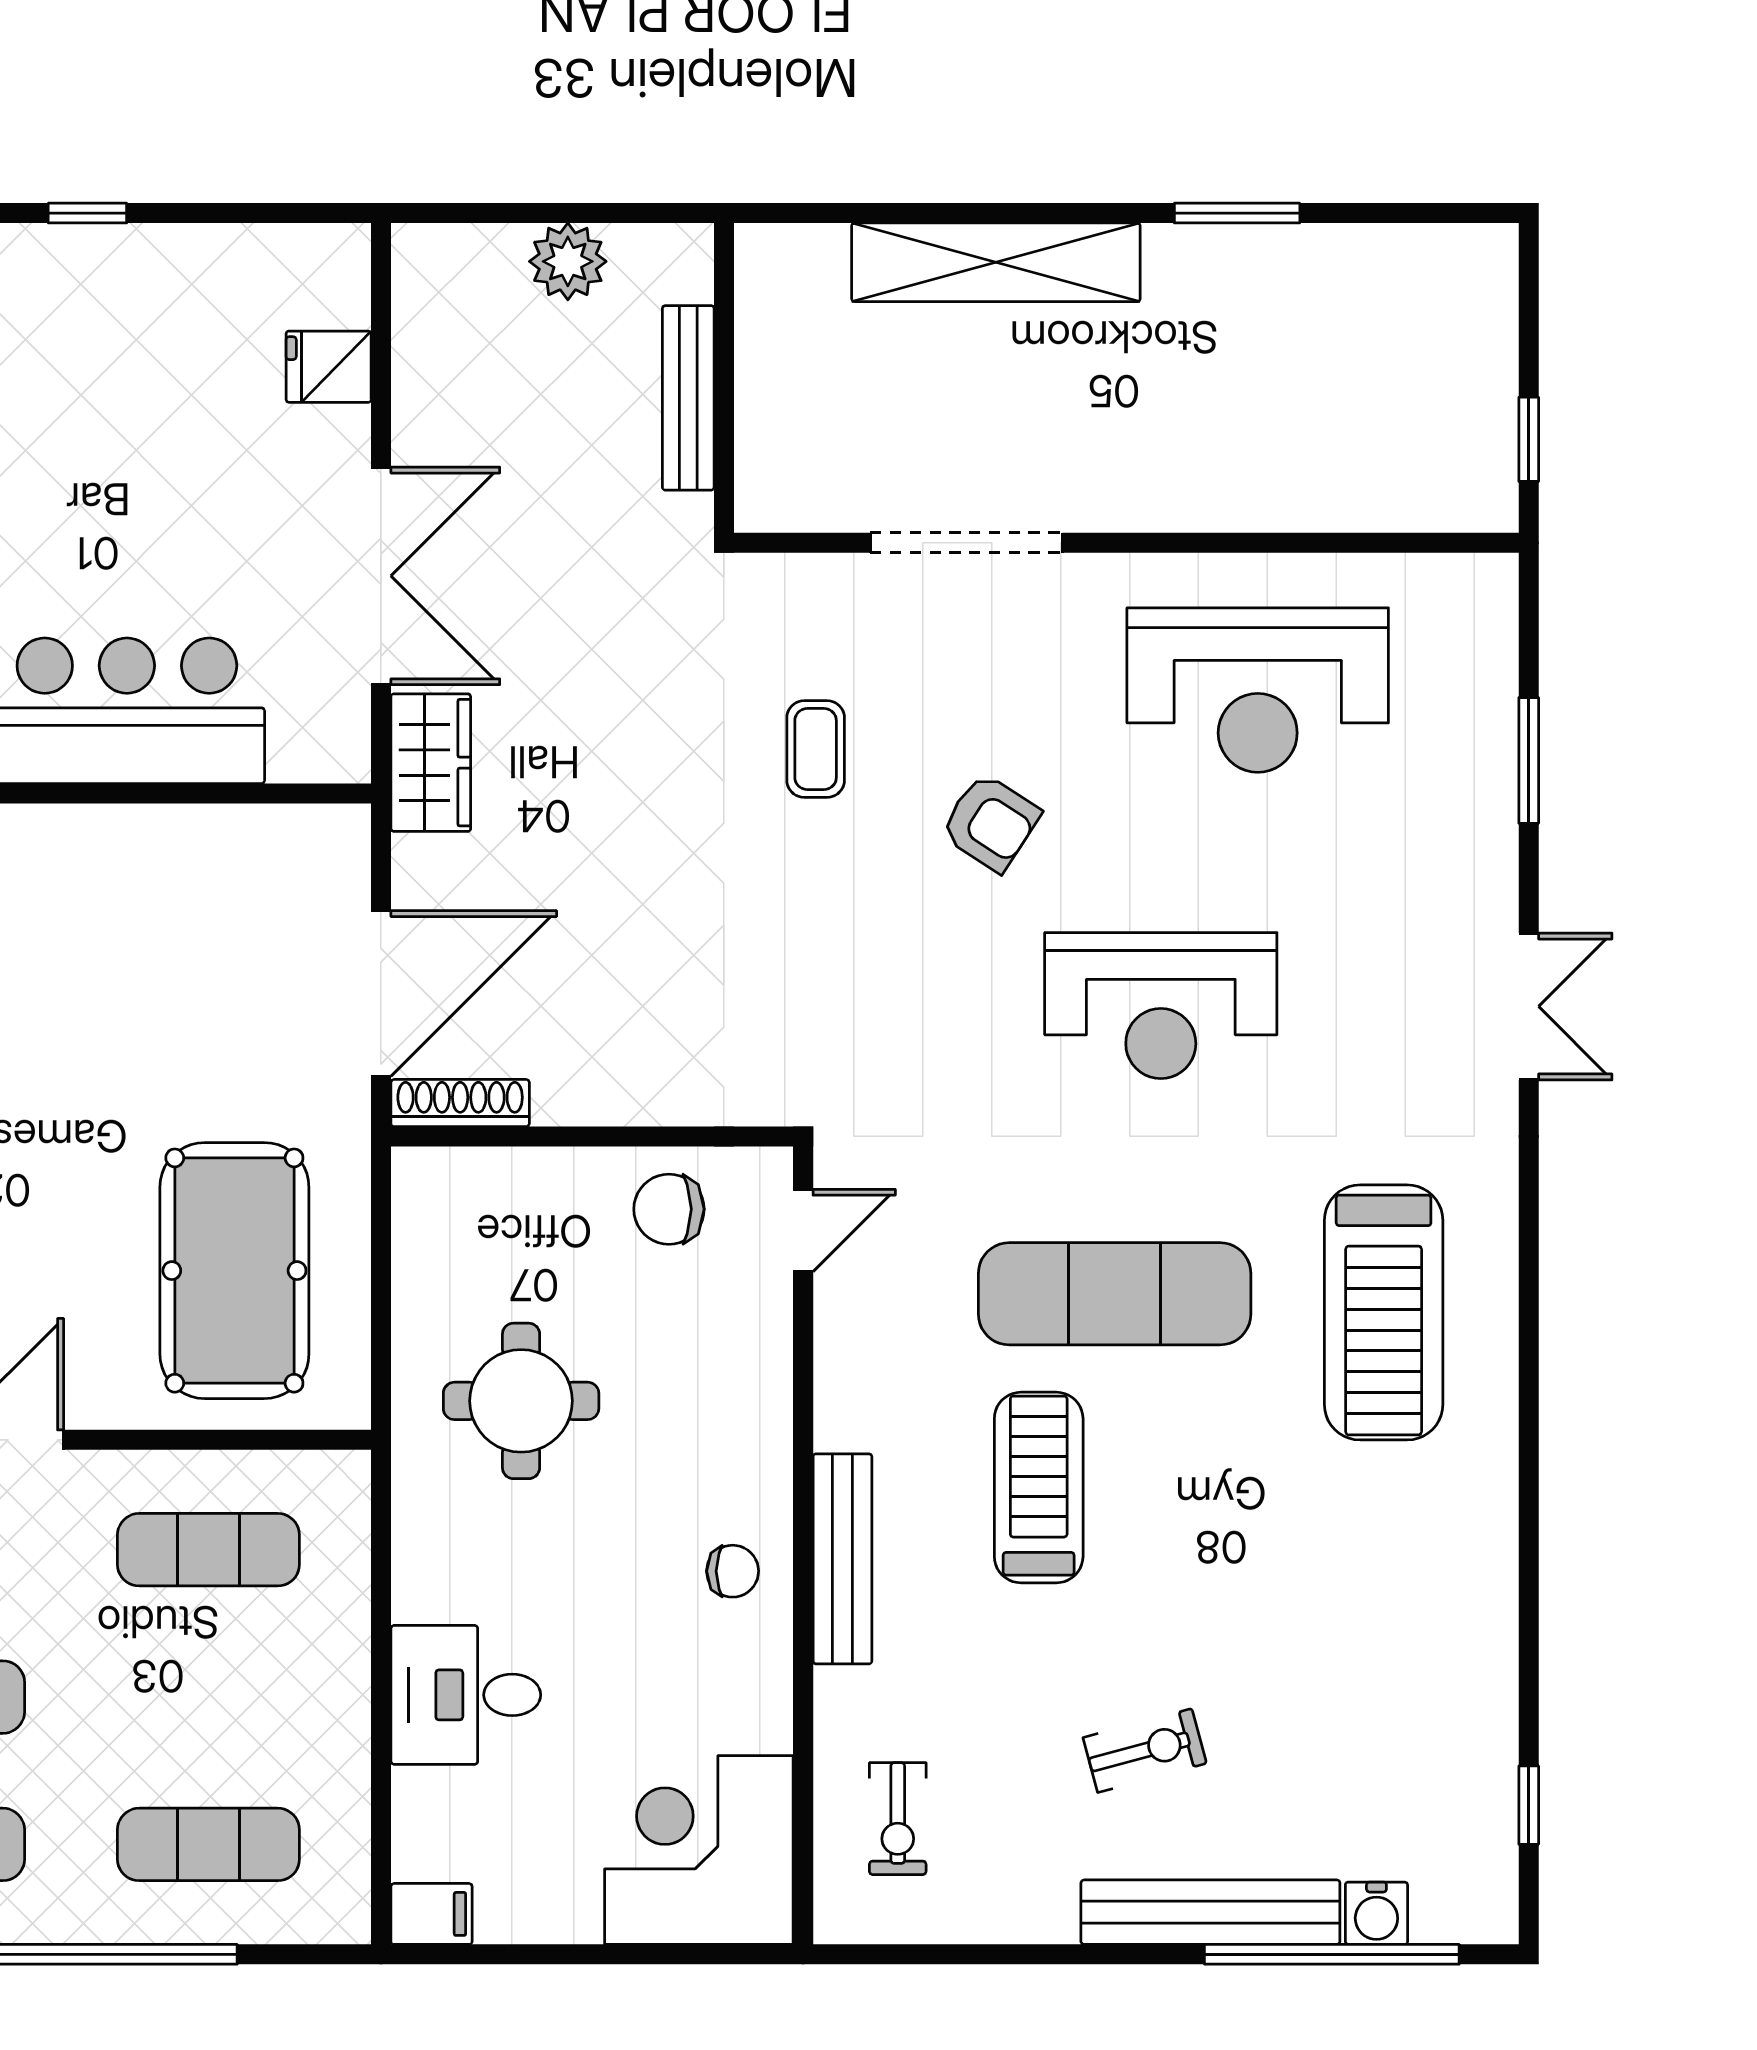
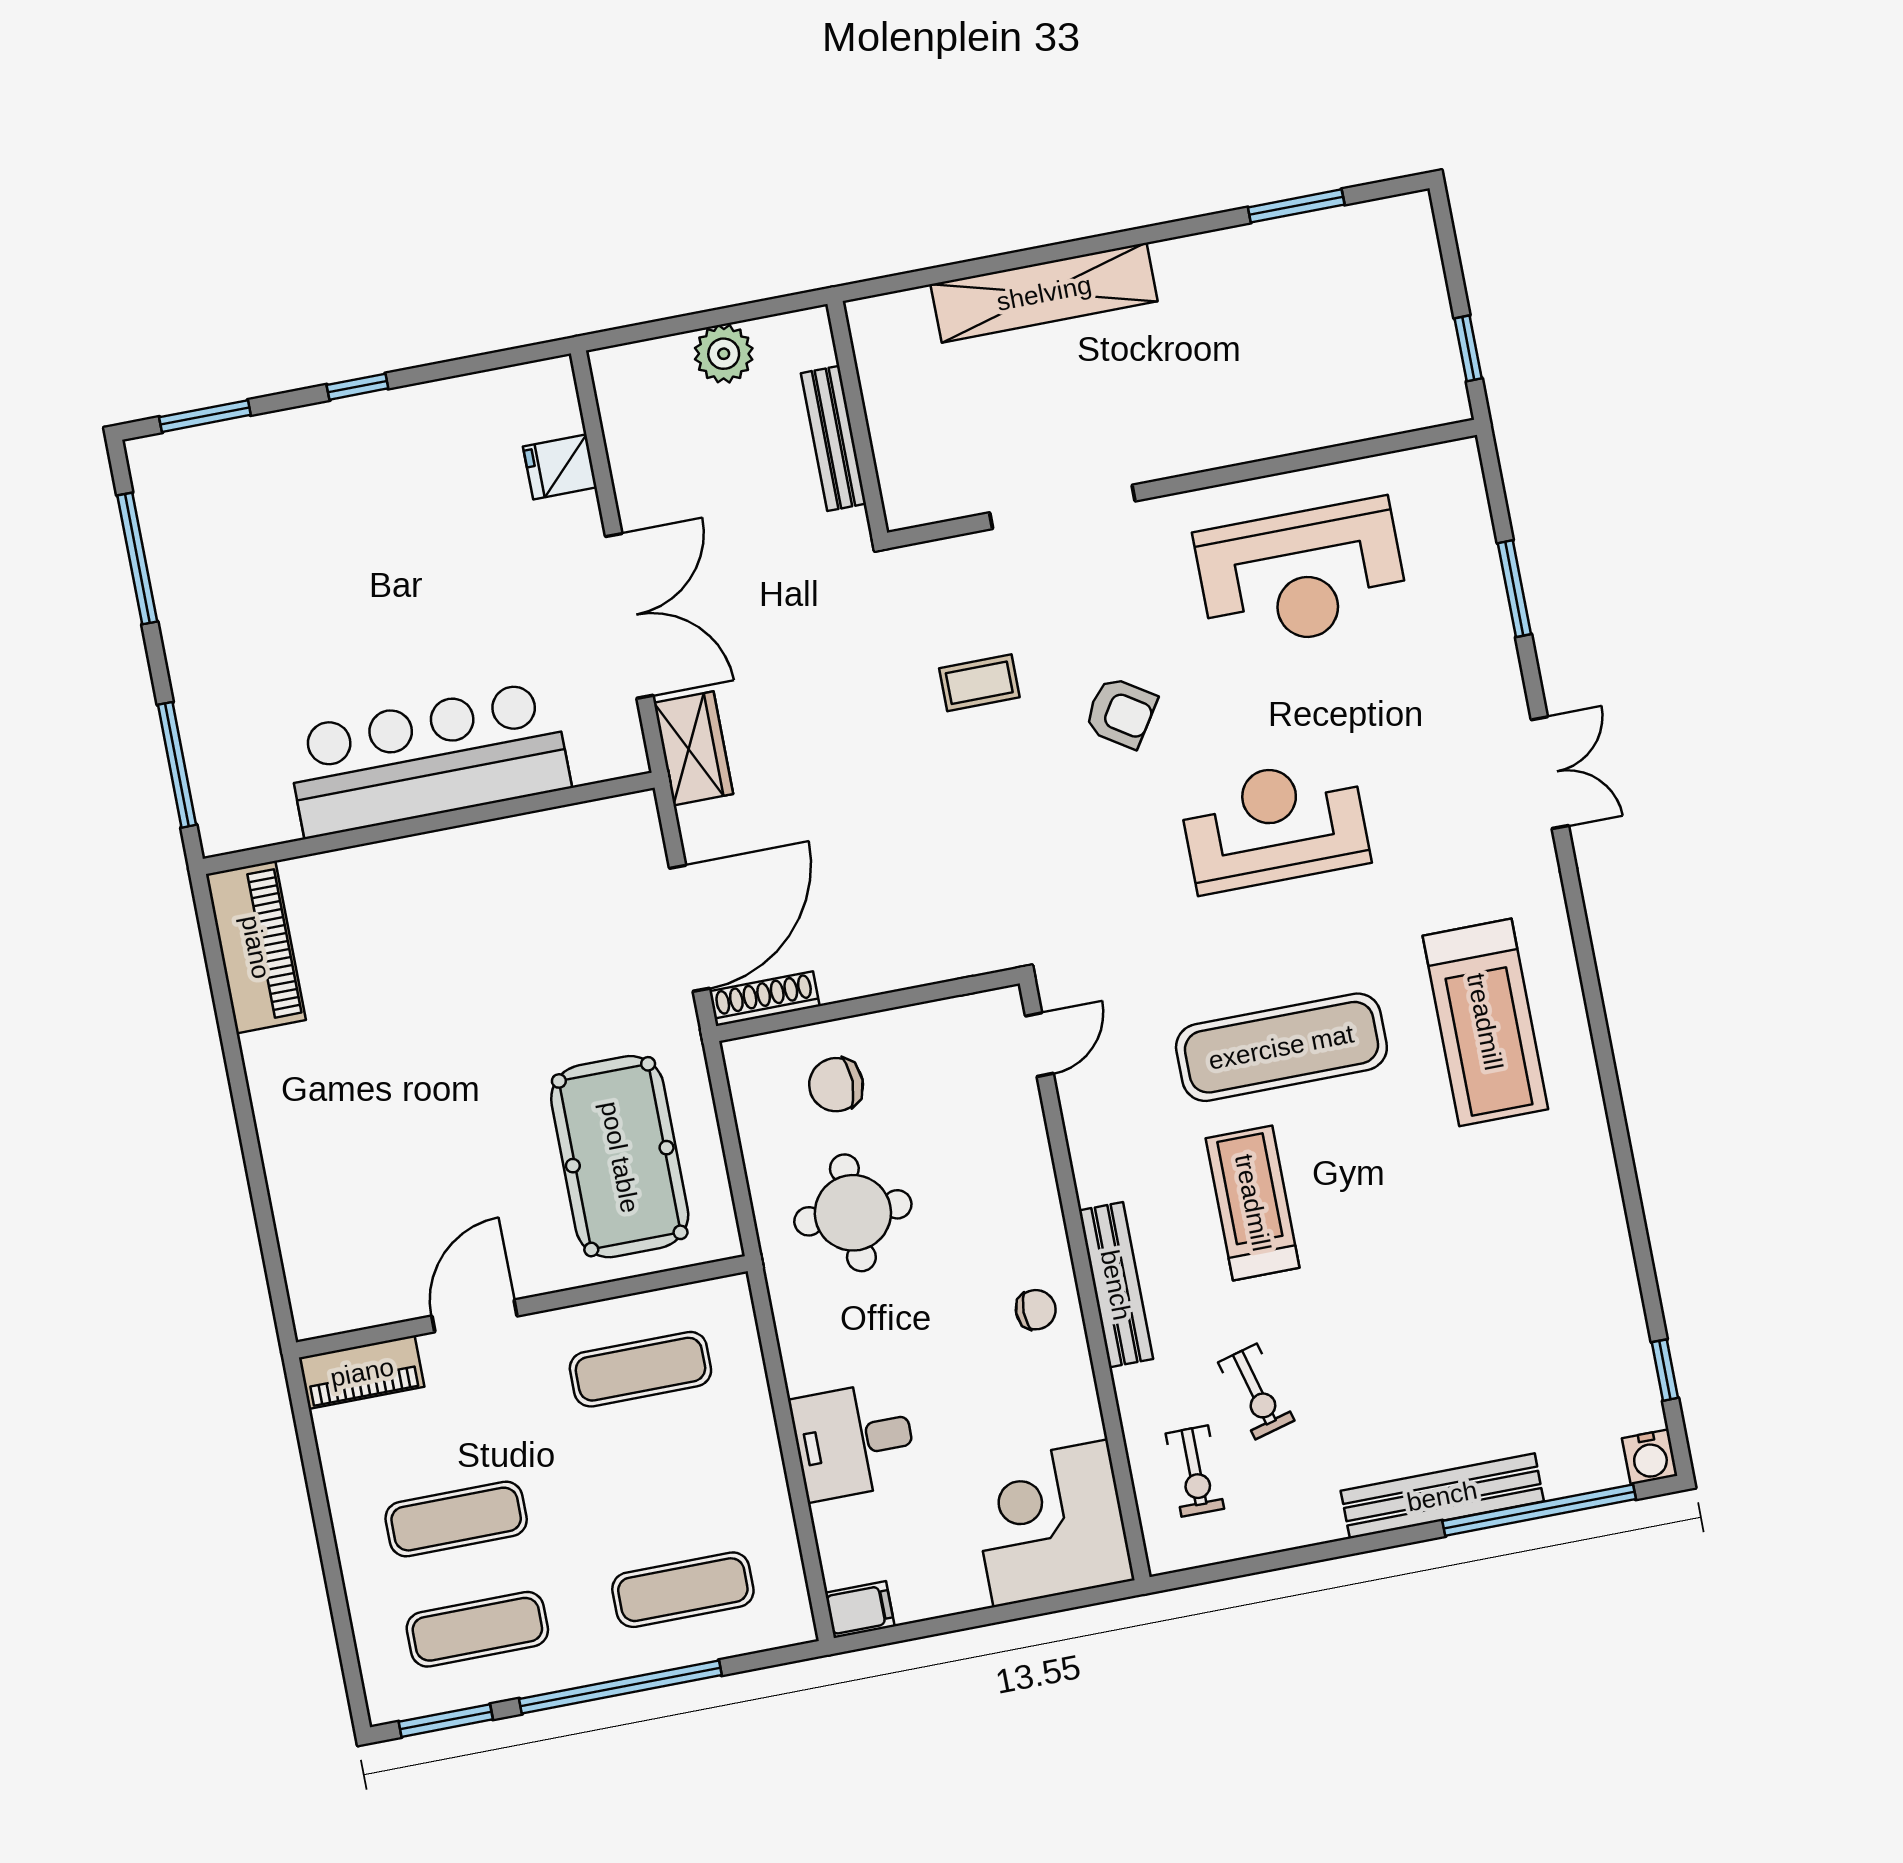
window: (1237, 213) -> (1296, 206), moved
coffee table: (816, 749) -> (979, 683), turned 90
reception desk: (1161, 1006) -> (1275, 825), turned 180
chair: (669, 1209) -> (836, 1085), moved
exercise bike: (1145, 1750) -> (1256, 1392), moved, turned 90
water cooler: (1376, 1913) -> (1650, 1457), moved

